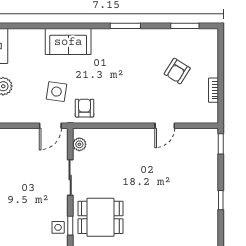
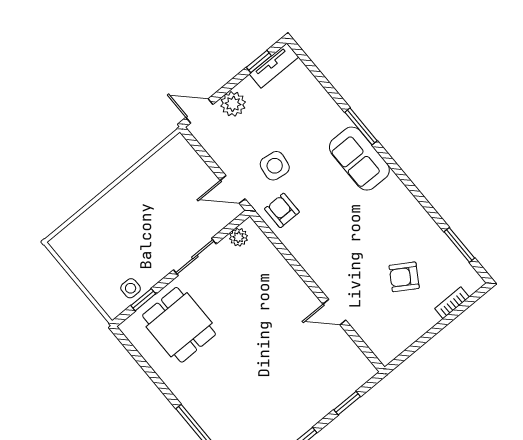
window: (125, 26) -> (361, 126), moved
sofa: (68, 42) -> (359, 159), moved
bookcase: (213, 90) -> (452, 303), moved
armchair: (84, 108) -> (282, 210), turned -90
window: (221, 144) -> (347, 403), moved

